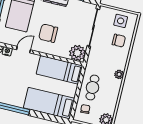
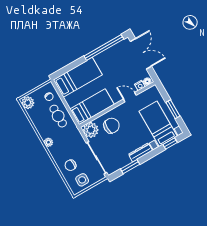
chair: (48, 33) -> (112, 126), moved
door: (23, 50) -> (130, 97), swing flipped

